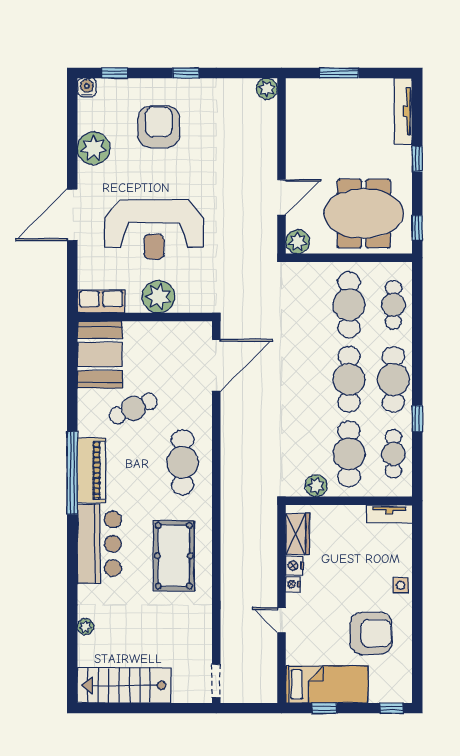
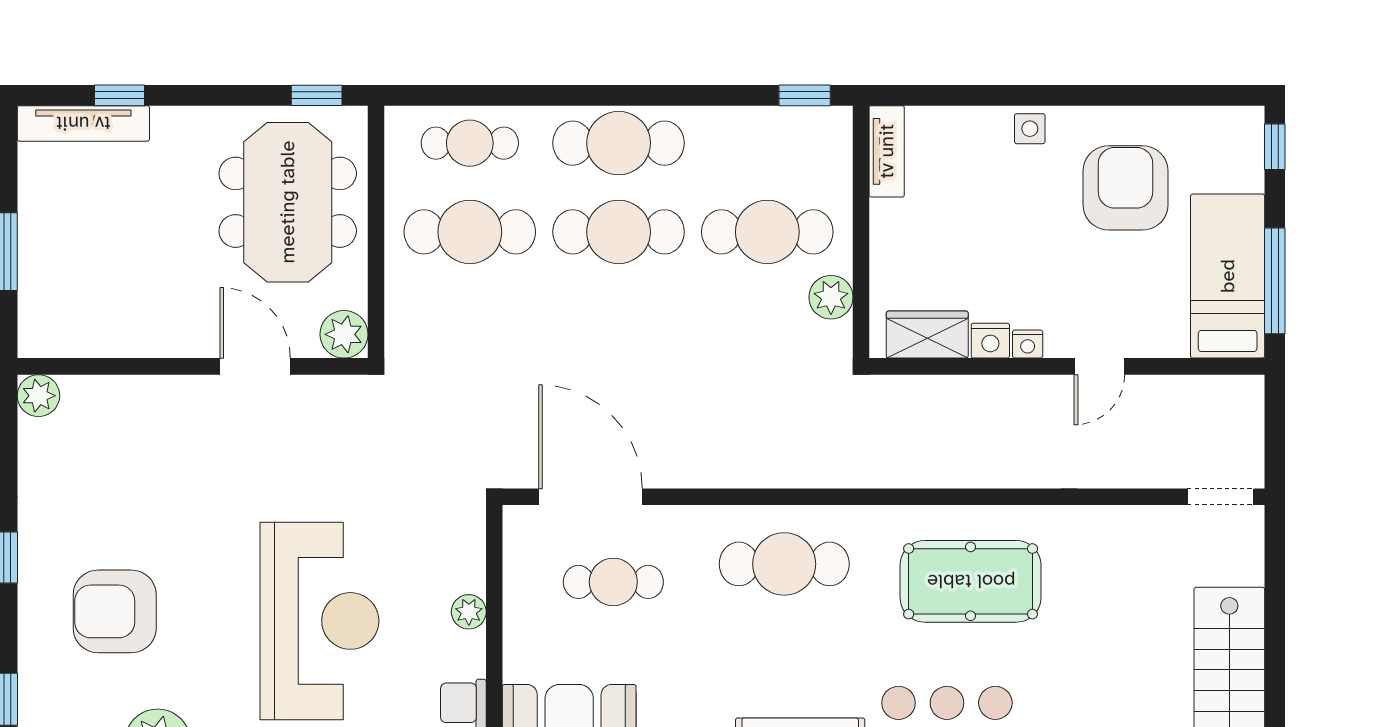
window: (417, 159) -> (119, 95), moved
plant: (159, 297) -> (469, 612), width x0.53, depth x0.53
cafe table: (133, 408) -> (613, 582), moved, turned -66
window: (417, 419) -> (805, 95), moved
cafe table: (393, 454) -> (767, 143), removed
window: (324, 708) -> (1275, 281), width x2.17

